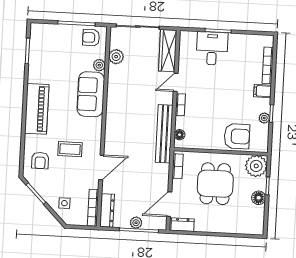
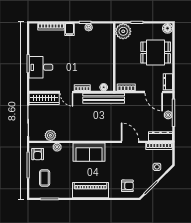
sofa: (91, 94) -> (89, 152), moved
armchair: (237, 136) -> (103, 46), removed
coffee table: (70, 149) -> (45, 178), moved
dining table: (215, 184) -> (156, 53), moved
floor lamp: (259, 198) -> (168, 28), moved

